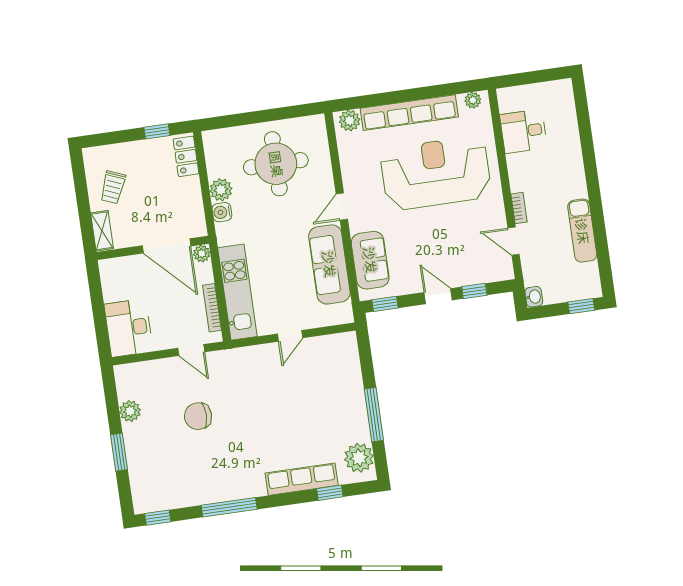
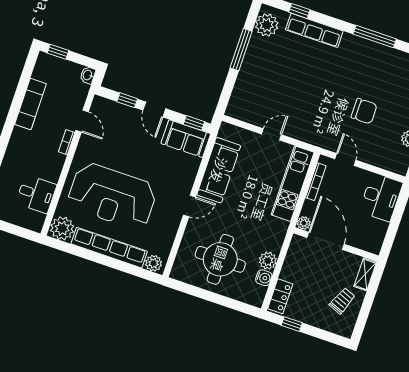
plant: (473, 100) -> (62, 228), width x1.87, depth x1.87
water cooler: (222, 212) -> (264, 278), moved
sofa: (370, 260) -> (186, 139), moved, turned -90

